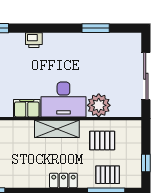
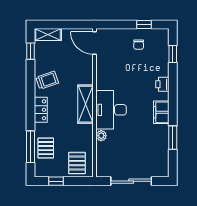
plant: (99, 105) -> (101, 136), width x0.53, depth x0.53
filing cabinet: (27, 108) -> (161, 112), moved, turned 180
pallet: (102, 140) -> (77, 163), moved
trolley: (29, 173) -> (47, 80), added

